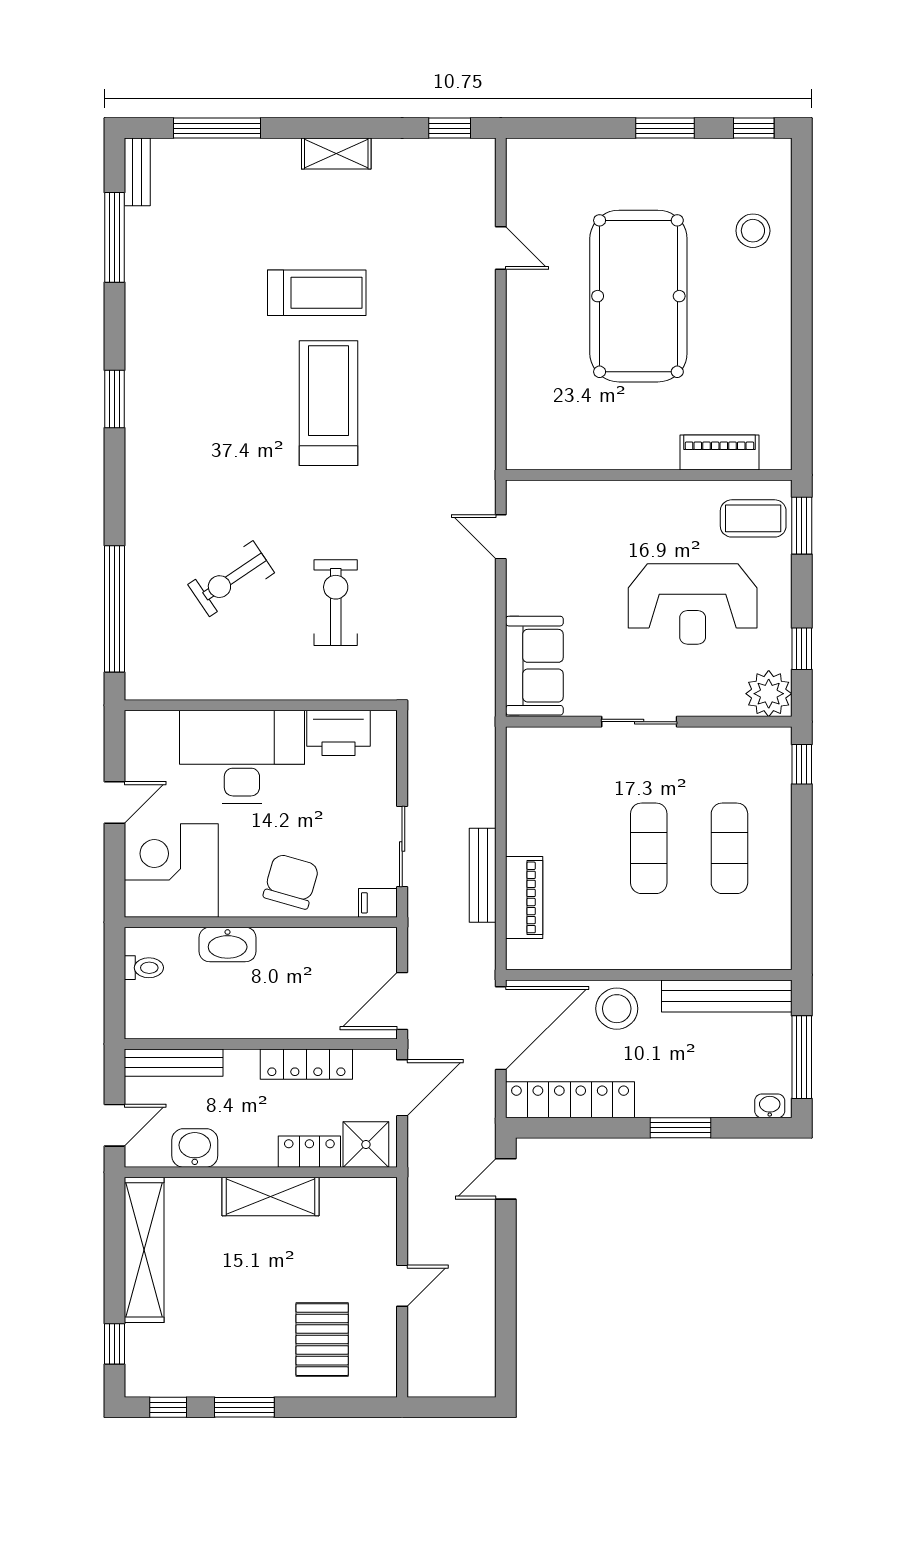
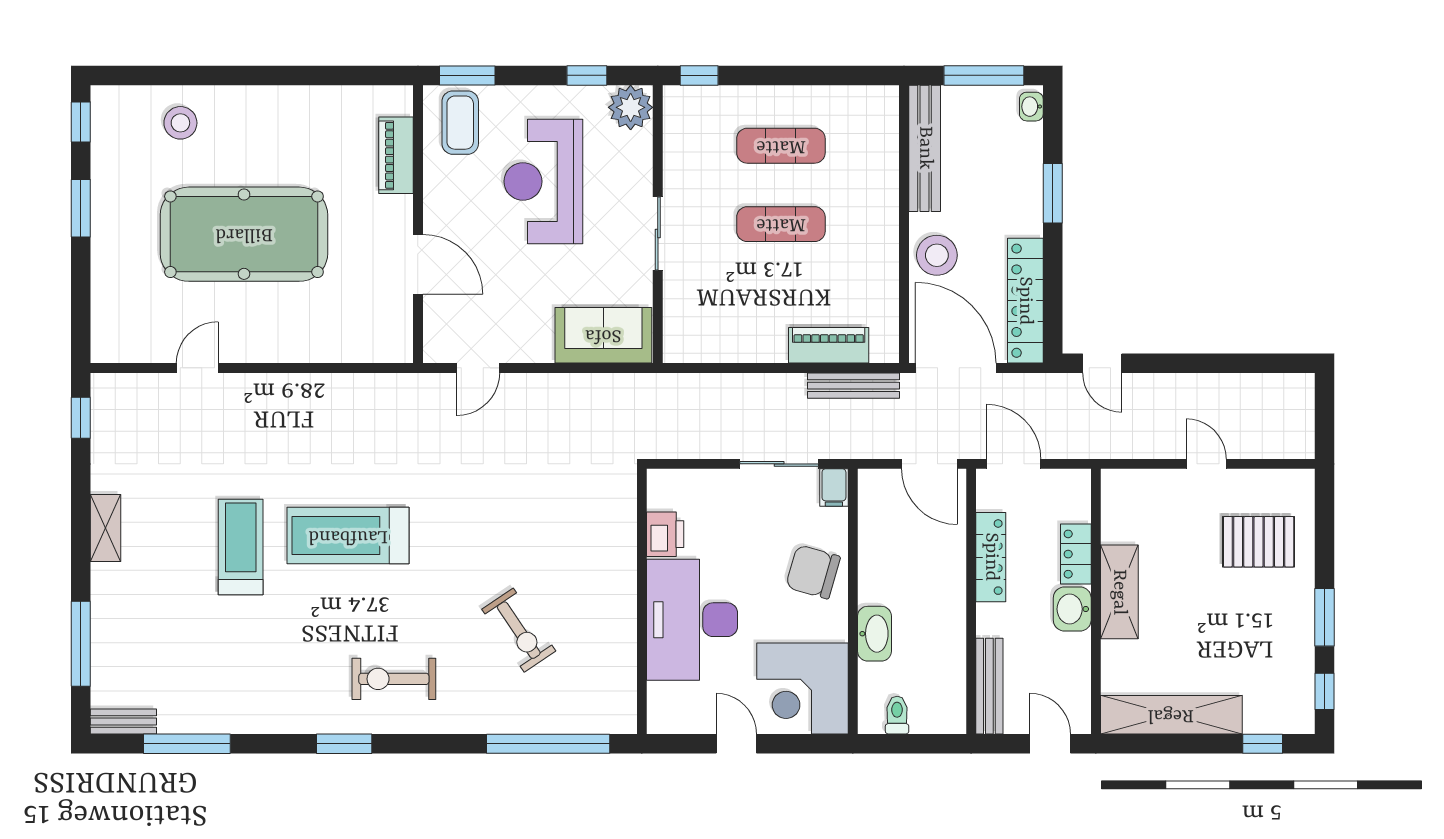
door: (608, 475) -> (418, 264), added
exercise bike: (336, 603) -> (394, 679), moved
reception desk: (693, 604) -> (543, 181), turned 180
printer: (338, 733) -> (665, 534), width x0.73, depth x0.84
bench: (483, 875) -> (854, 386), moved
shower: (366, 1144) -> (1069, 499), removed
washbasin: (195, 1148) -> (1072, 609), moved

